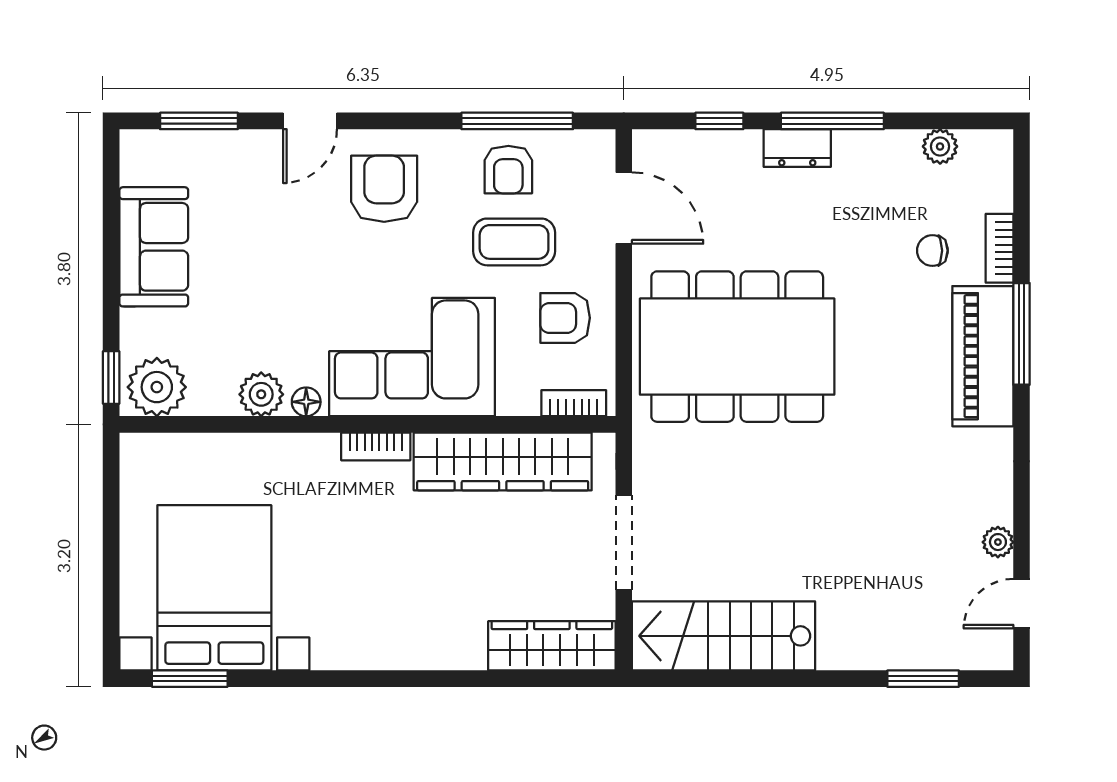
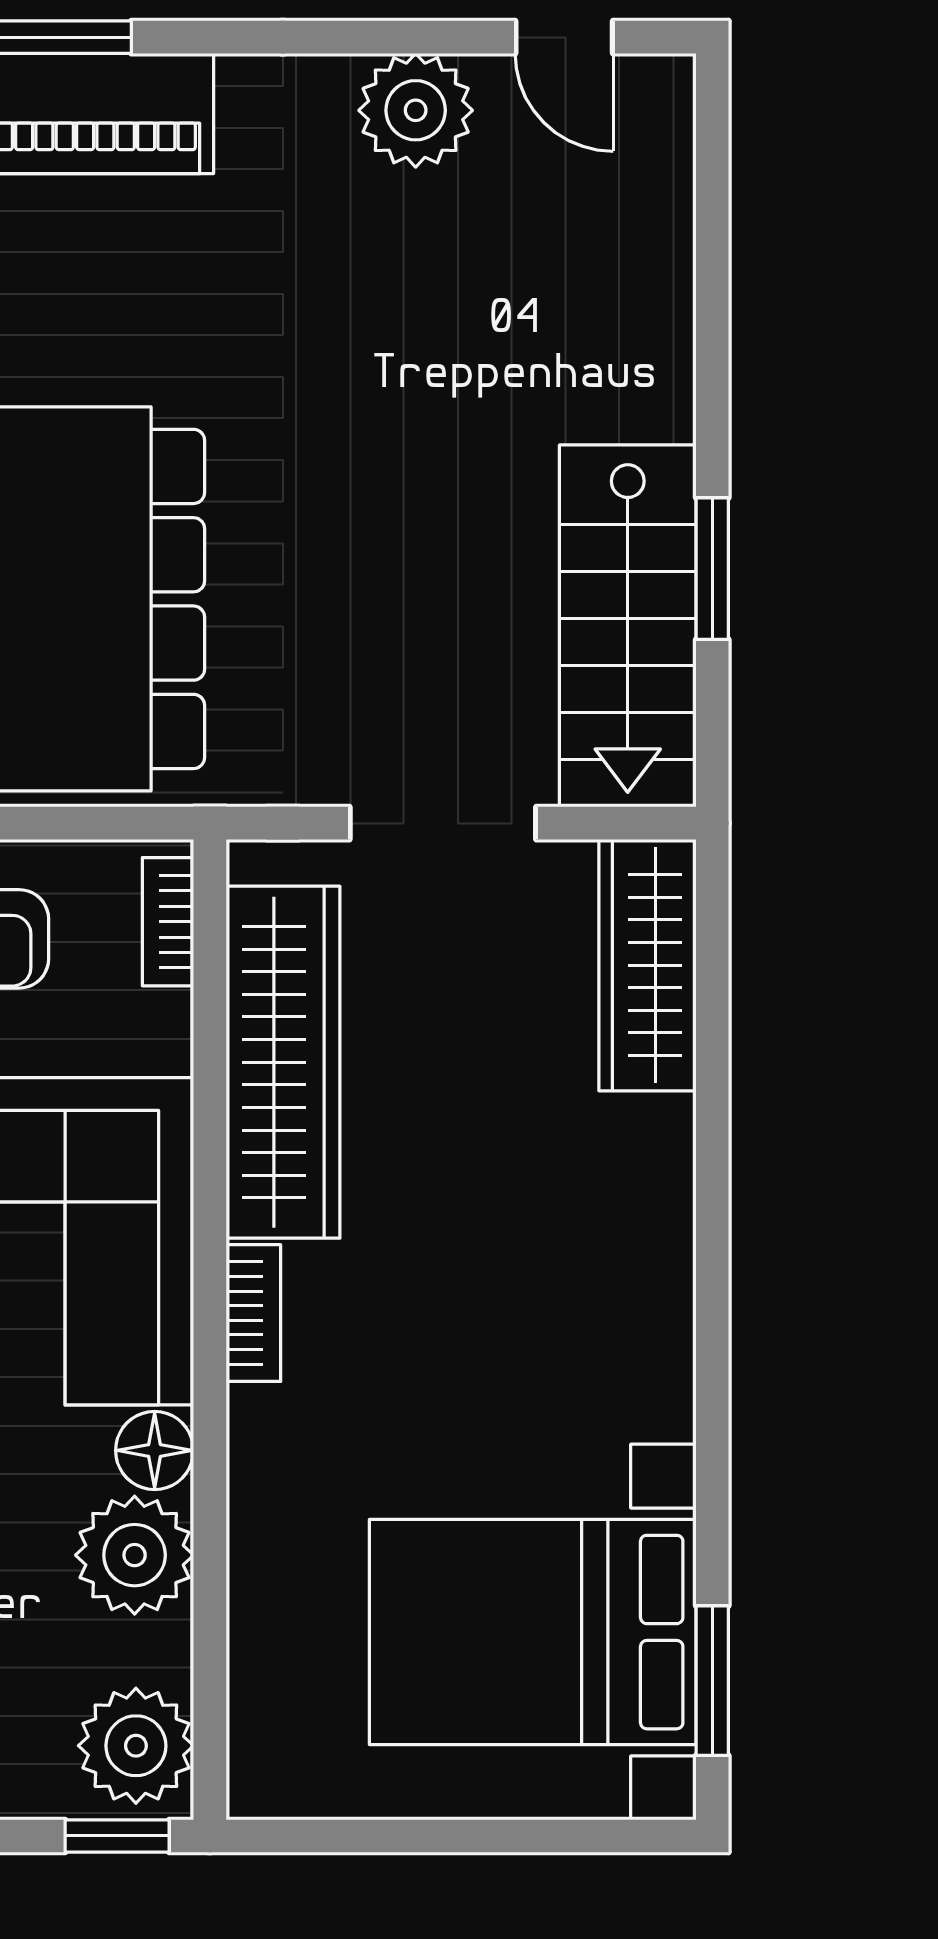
plant: (261, 394) -> (135, 1555), width x1.36, depth x1.36
floor lamp: (306, 402) -> (155, 1450), width x1.37, depth x1.37
plant: (998, 542) -> (416, 110), width x1.88, depth x1.88
window: (923, 679) -> (712, 569), moved

